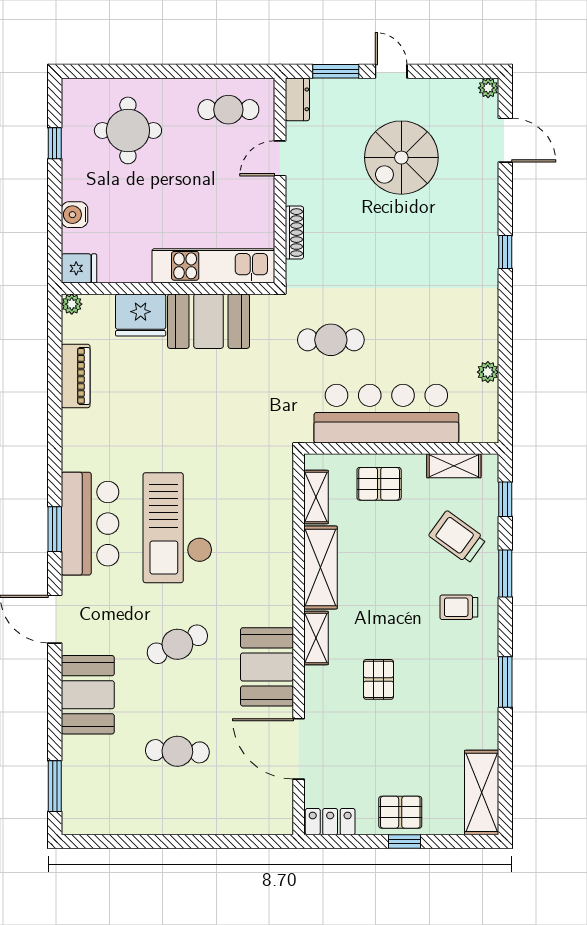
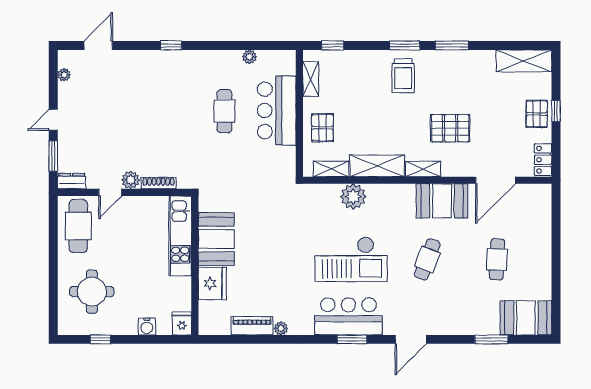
plant: (488, 88) -> (64, 75), moved
cafe table: (228, 110) -> (78, 226), width x1.37, depth x1.35
door: (280, 158) -> (110, 192), hinge flipped
spiral stairs: (401, 158) -> (110, 113), removed
plant: (299, 190) -> (131, 180), added
plant: (72, 304) -> (281, 328), moved
cafe table: (331, 340) -> (224, 111), moved
bar counter: (386, 414) -> (277, 110), width x0.73
plant: (274, 531) -> (353, 197), added
trolley: (457, 537) -> (357, 77), removed
window: (505, 573) -> (405, 45), moved
trolley: (459, 607) -> (403, 76), width x1.36, depth x1.39
cafe table: (177, 644) -> (427, 259), turned 45
pallet: (378, 679) -> (450, 128), width x1.50, depth x1.42
booth: (88, 695) -> (526, 318), moved
window: (55, 786) -> (491, 339), moved

